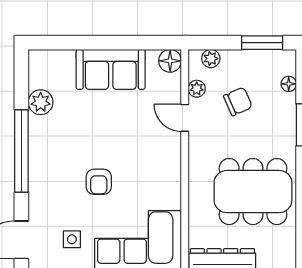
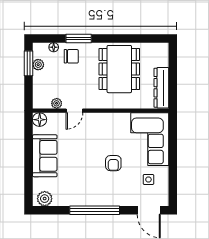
plant: (211, 59) -> (38, 65), moved
chair: (238, 101) -> (71, 56), moved, turned 114
plant: (41, 102) -> (45, 199), moved
armchair: (99, 182) -> (113, 163), turned 90

